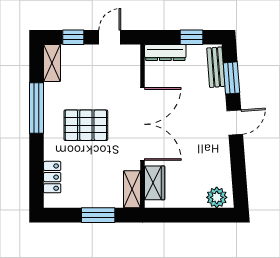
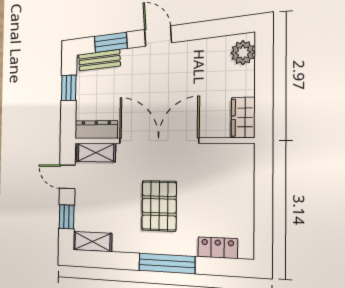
dresser: (165, 53) -> (96, 130), moved, turned -90
window: (37, 108) -> (167, 263), moved
wardrobe: (155, 183) -> (243, 118), moved, turned -90
shelving: (132, 189) -> (96, 153), moved
window: (98, 215) -> (263, 194), removed

